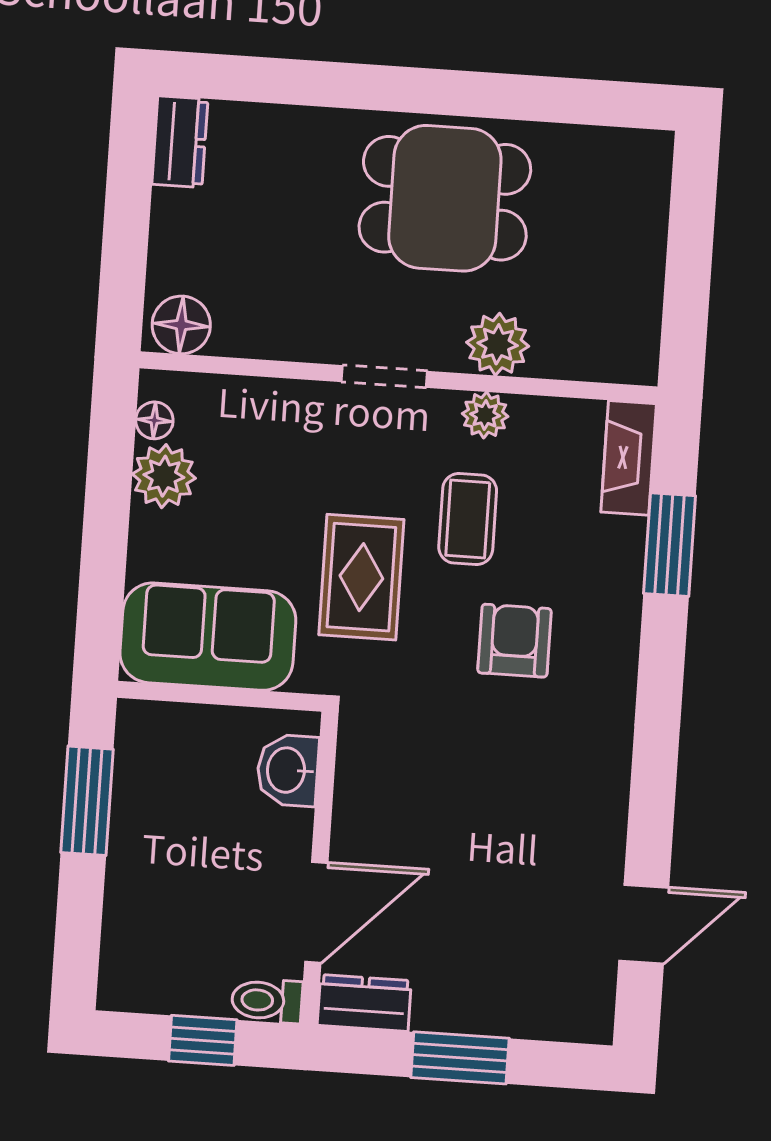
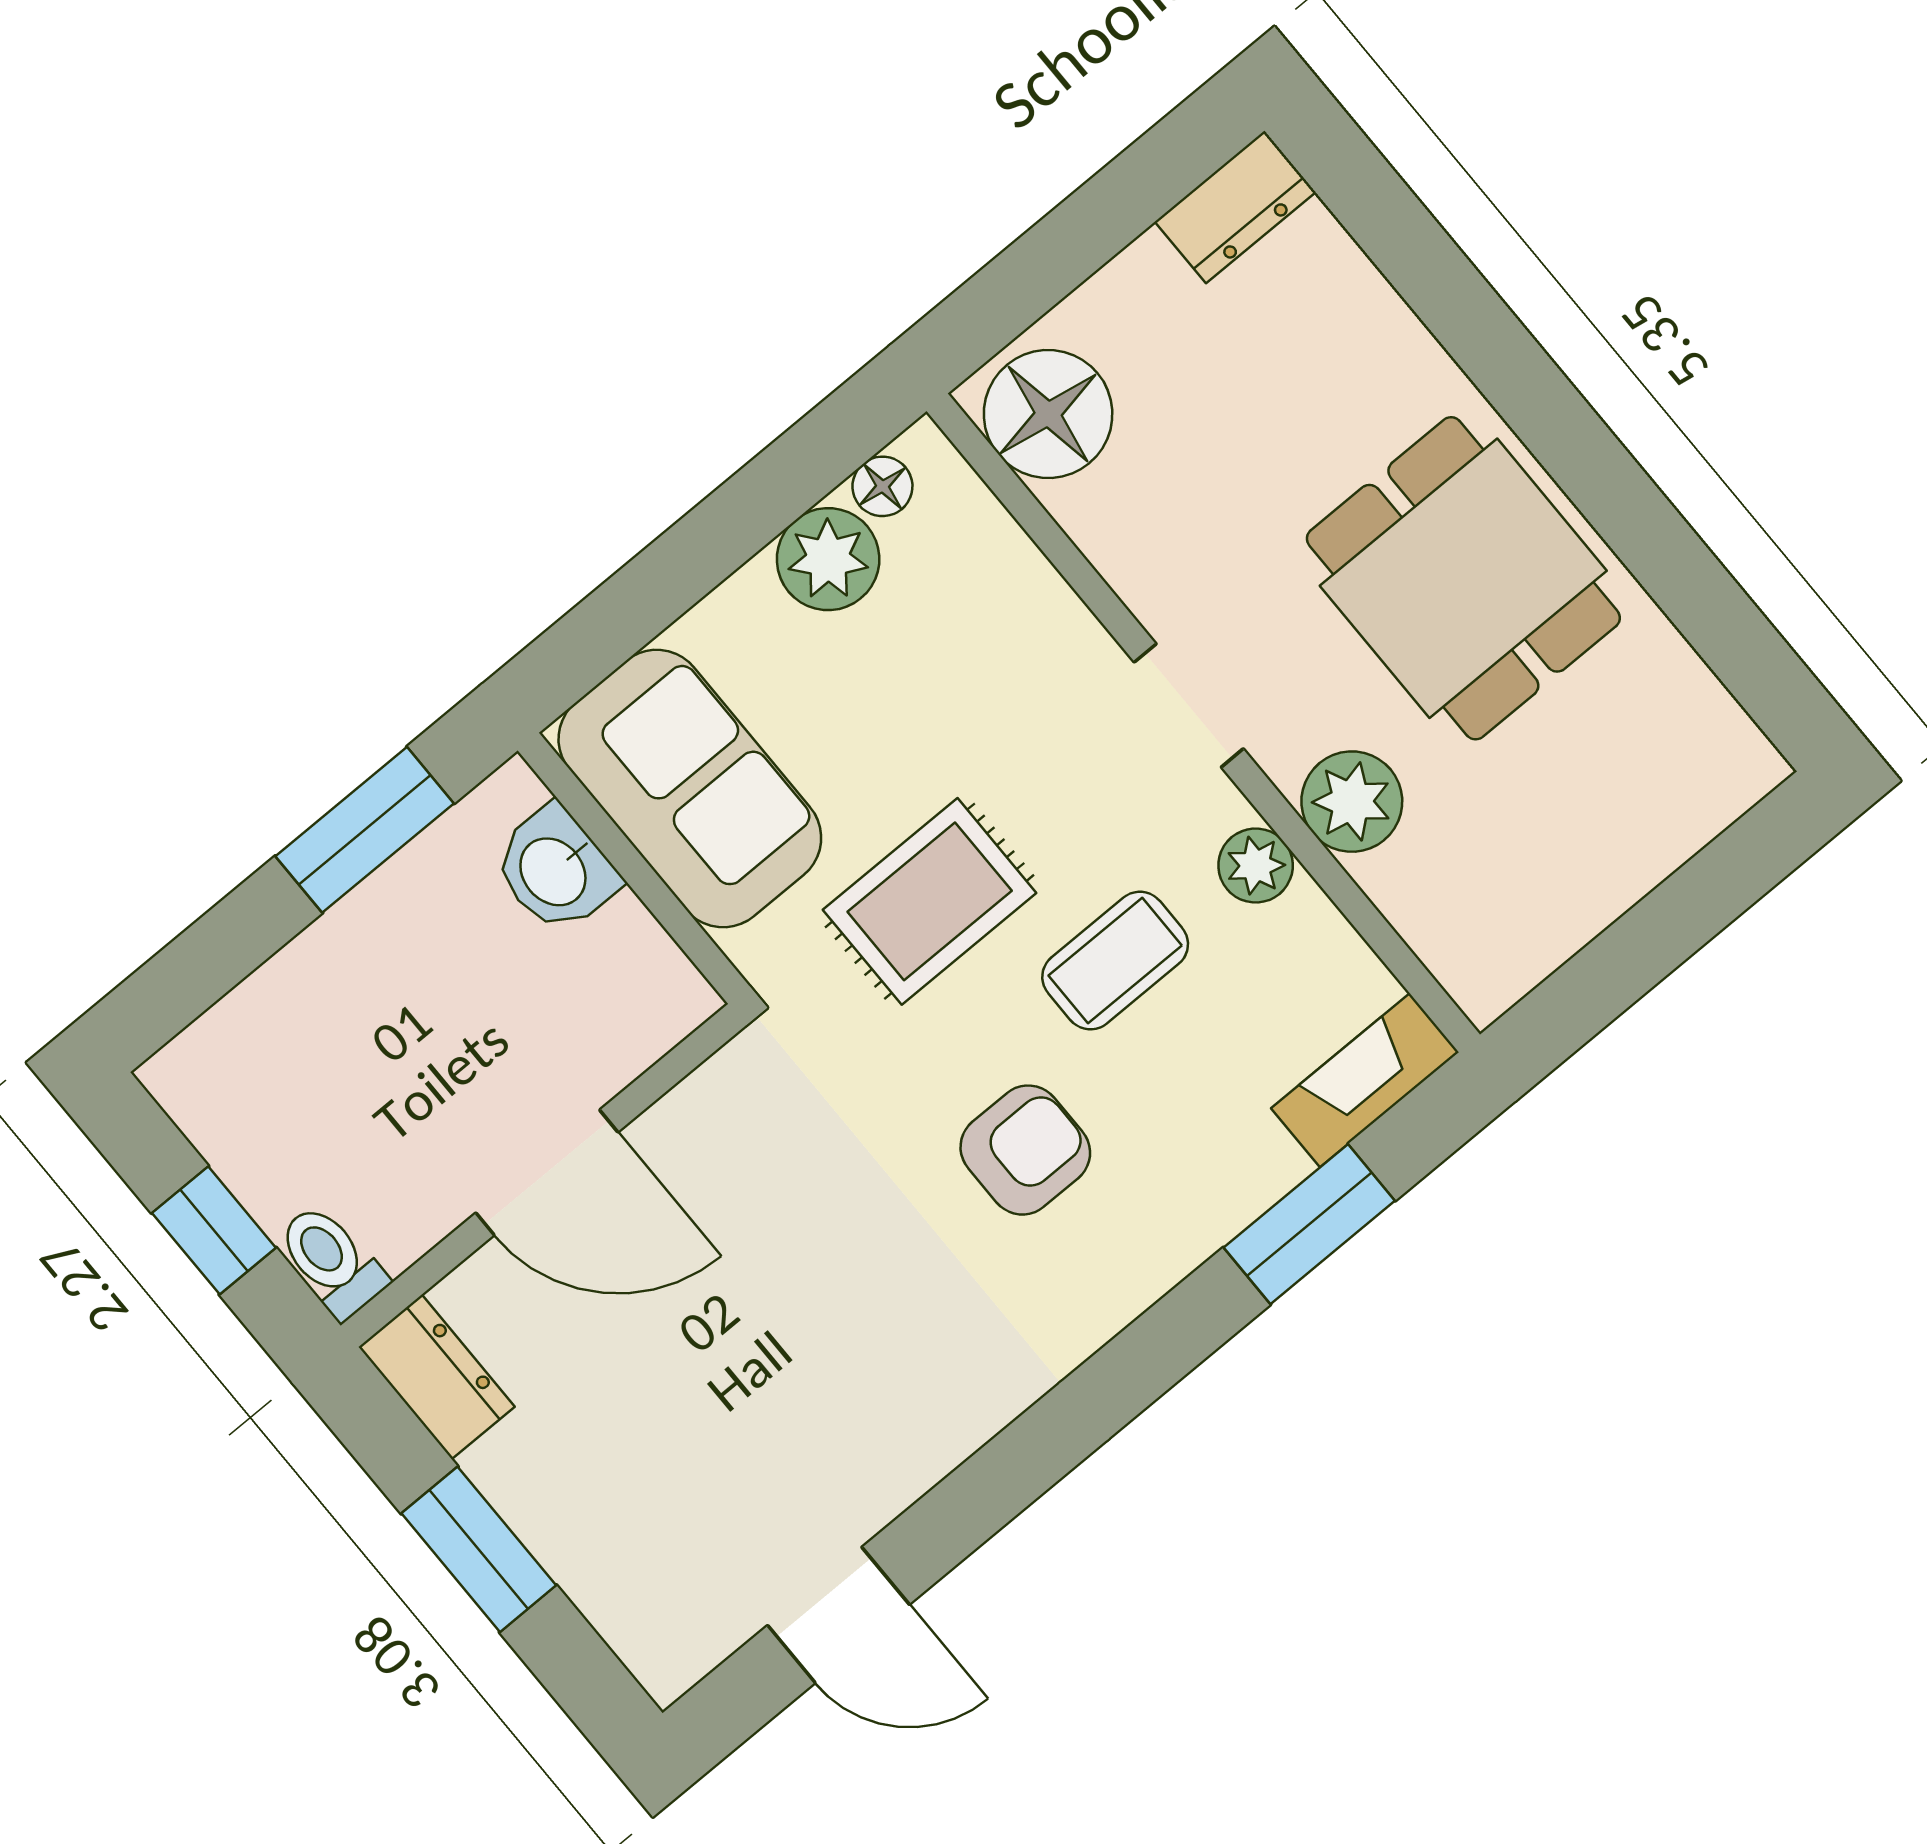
floor lamp: (181, 325) -> (1048, 414), width x1.38, depth x1.38
washbasin: (288, 770) -> (555, 870), moved, turned -90
door: (316, 912) -> (547, 1173), moved

